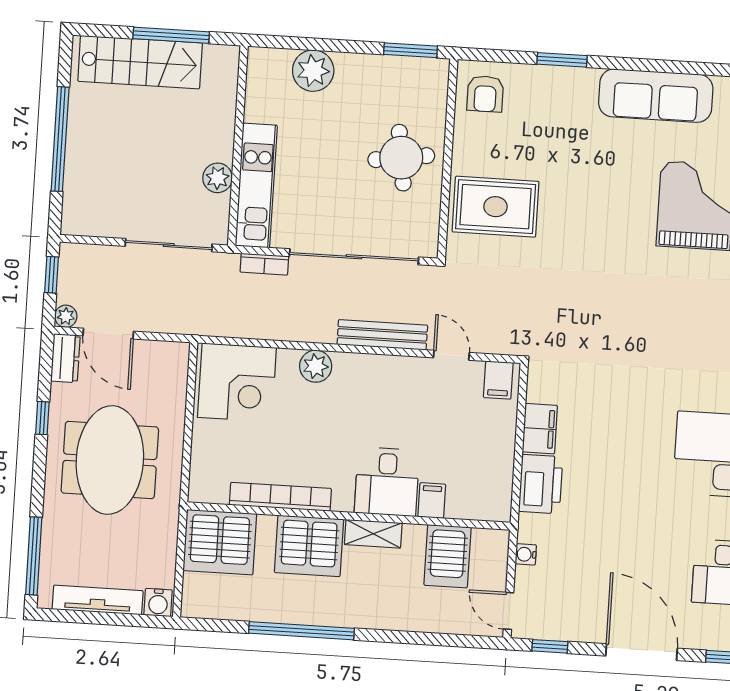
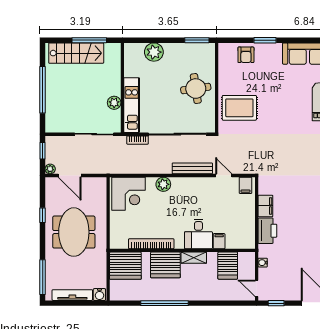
armchair: (485, 94) -> (246, 55), moved
dresser: (65, 358) -> (51, 188), removed

